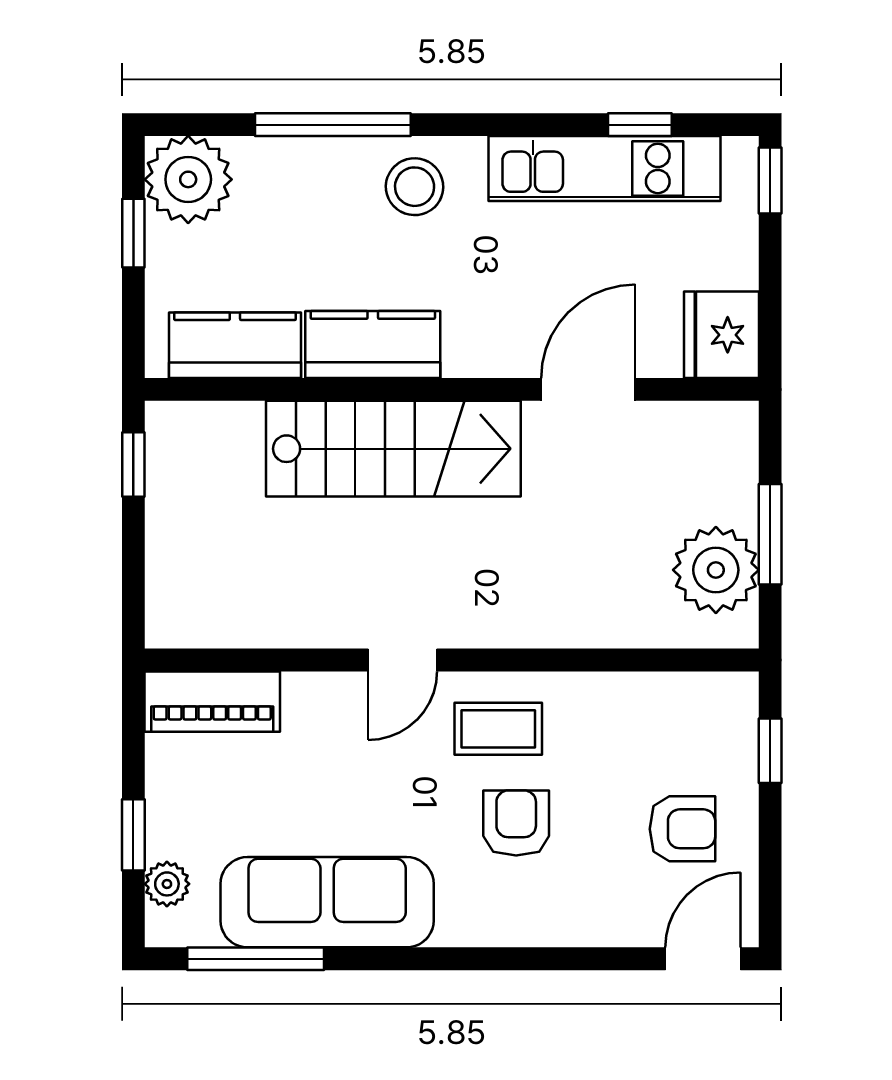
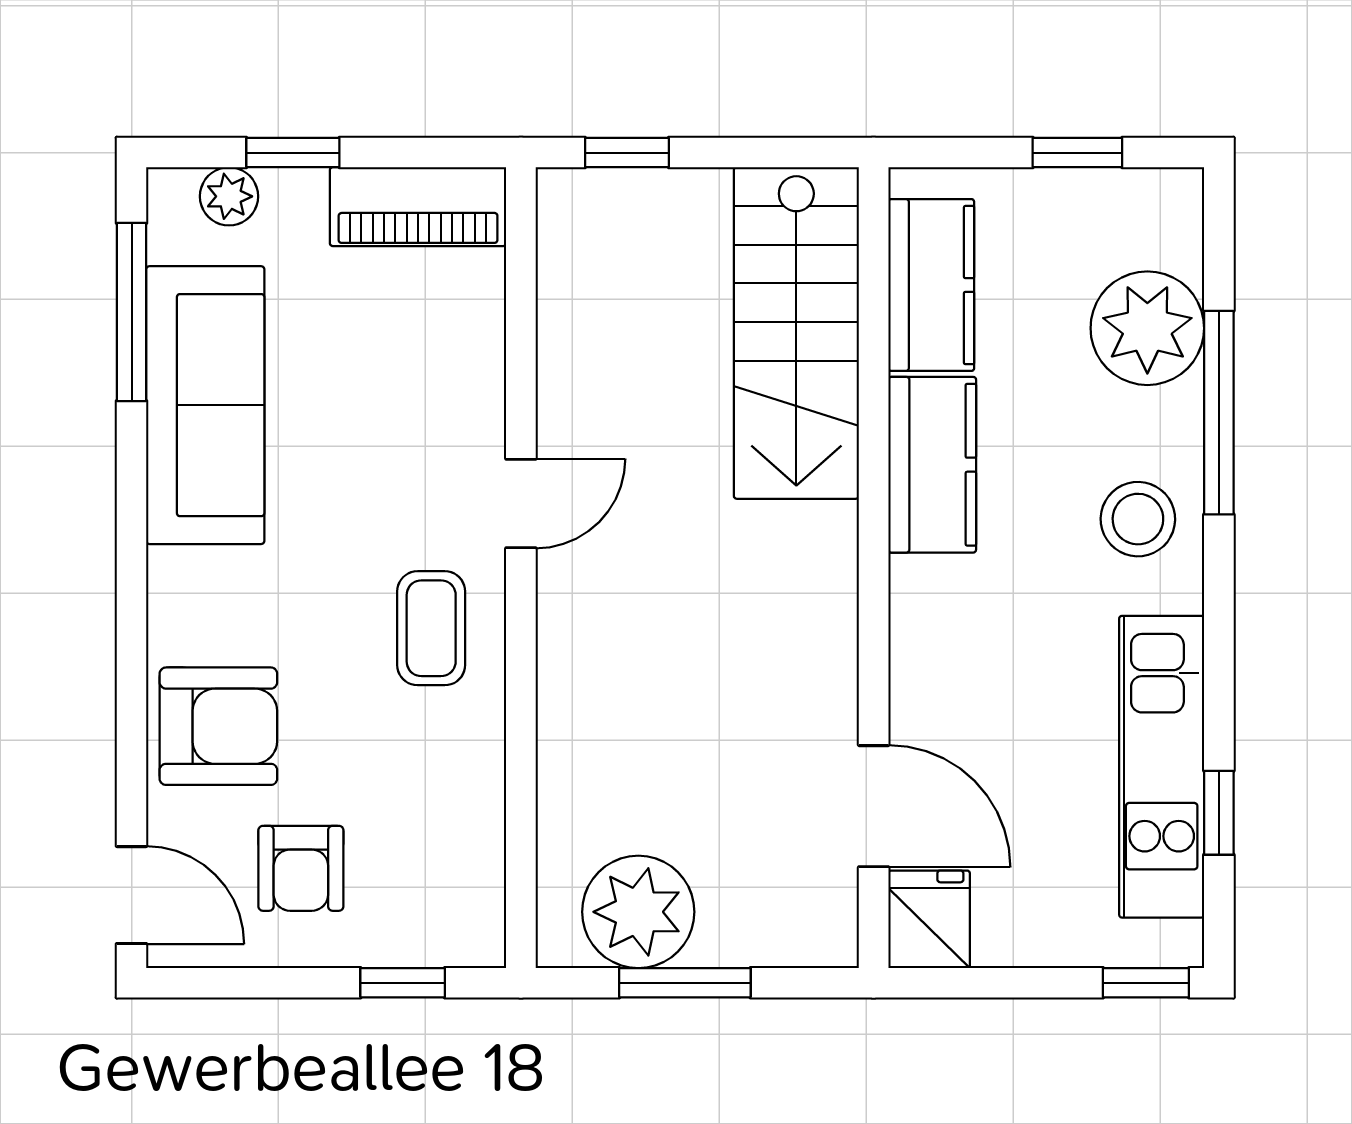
plant: (188, 179) -> (1147, 328), moved
fridge: (722, 335) -> (929, 919), width x0.72
door: (588, 389) -> (874, 806), moved
stairs: (393, 449) -> (796, 333), moved
window: (133, 464) -> (627, 153), moved
door: (403, 660) -> (521, 504), swing flipped
piano: (212, 702) -> (418, 207), moved, turned -90
armchair: (516, 823) -> (218, 726), moved, width x1.38, depth x1.38

